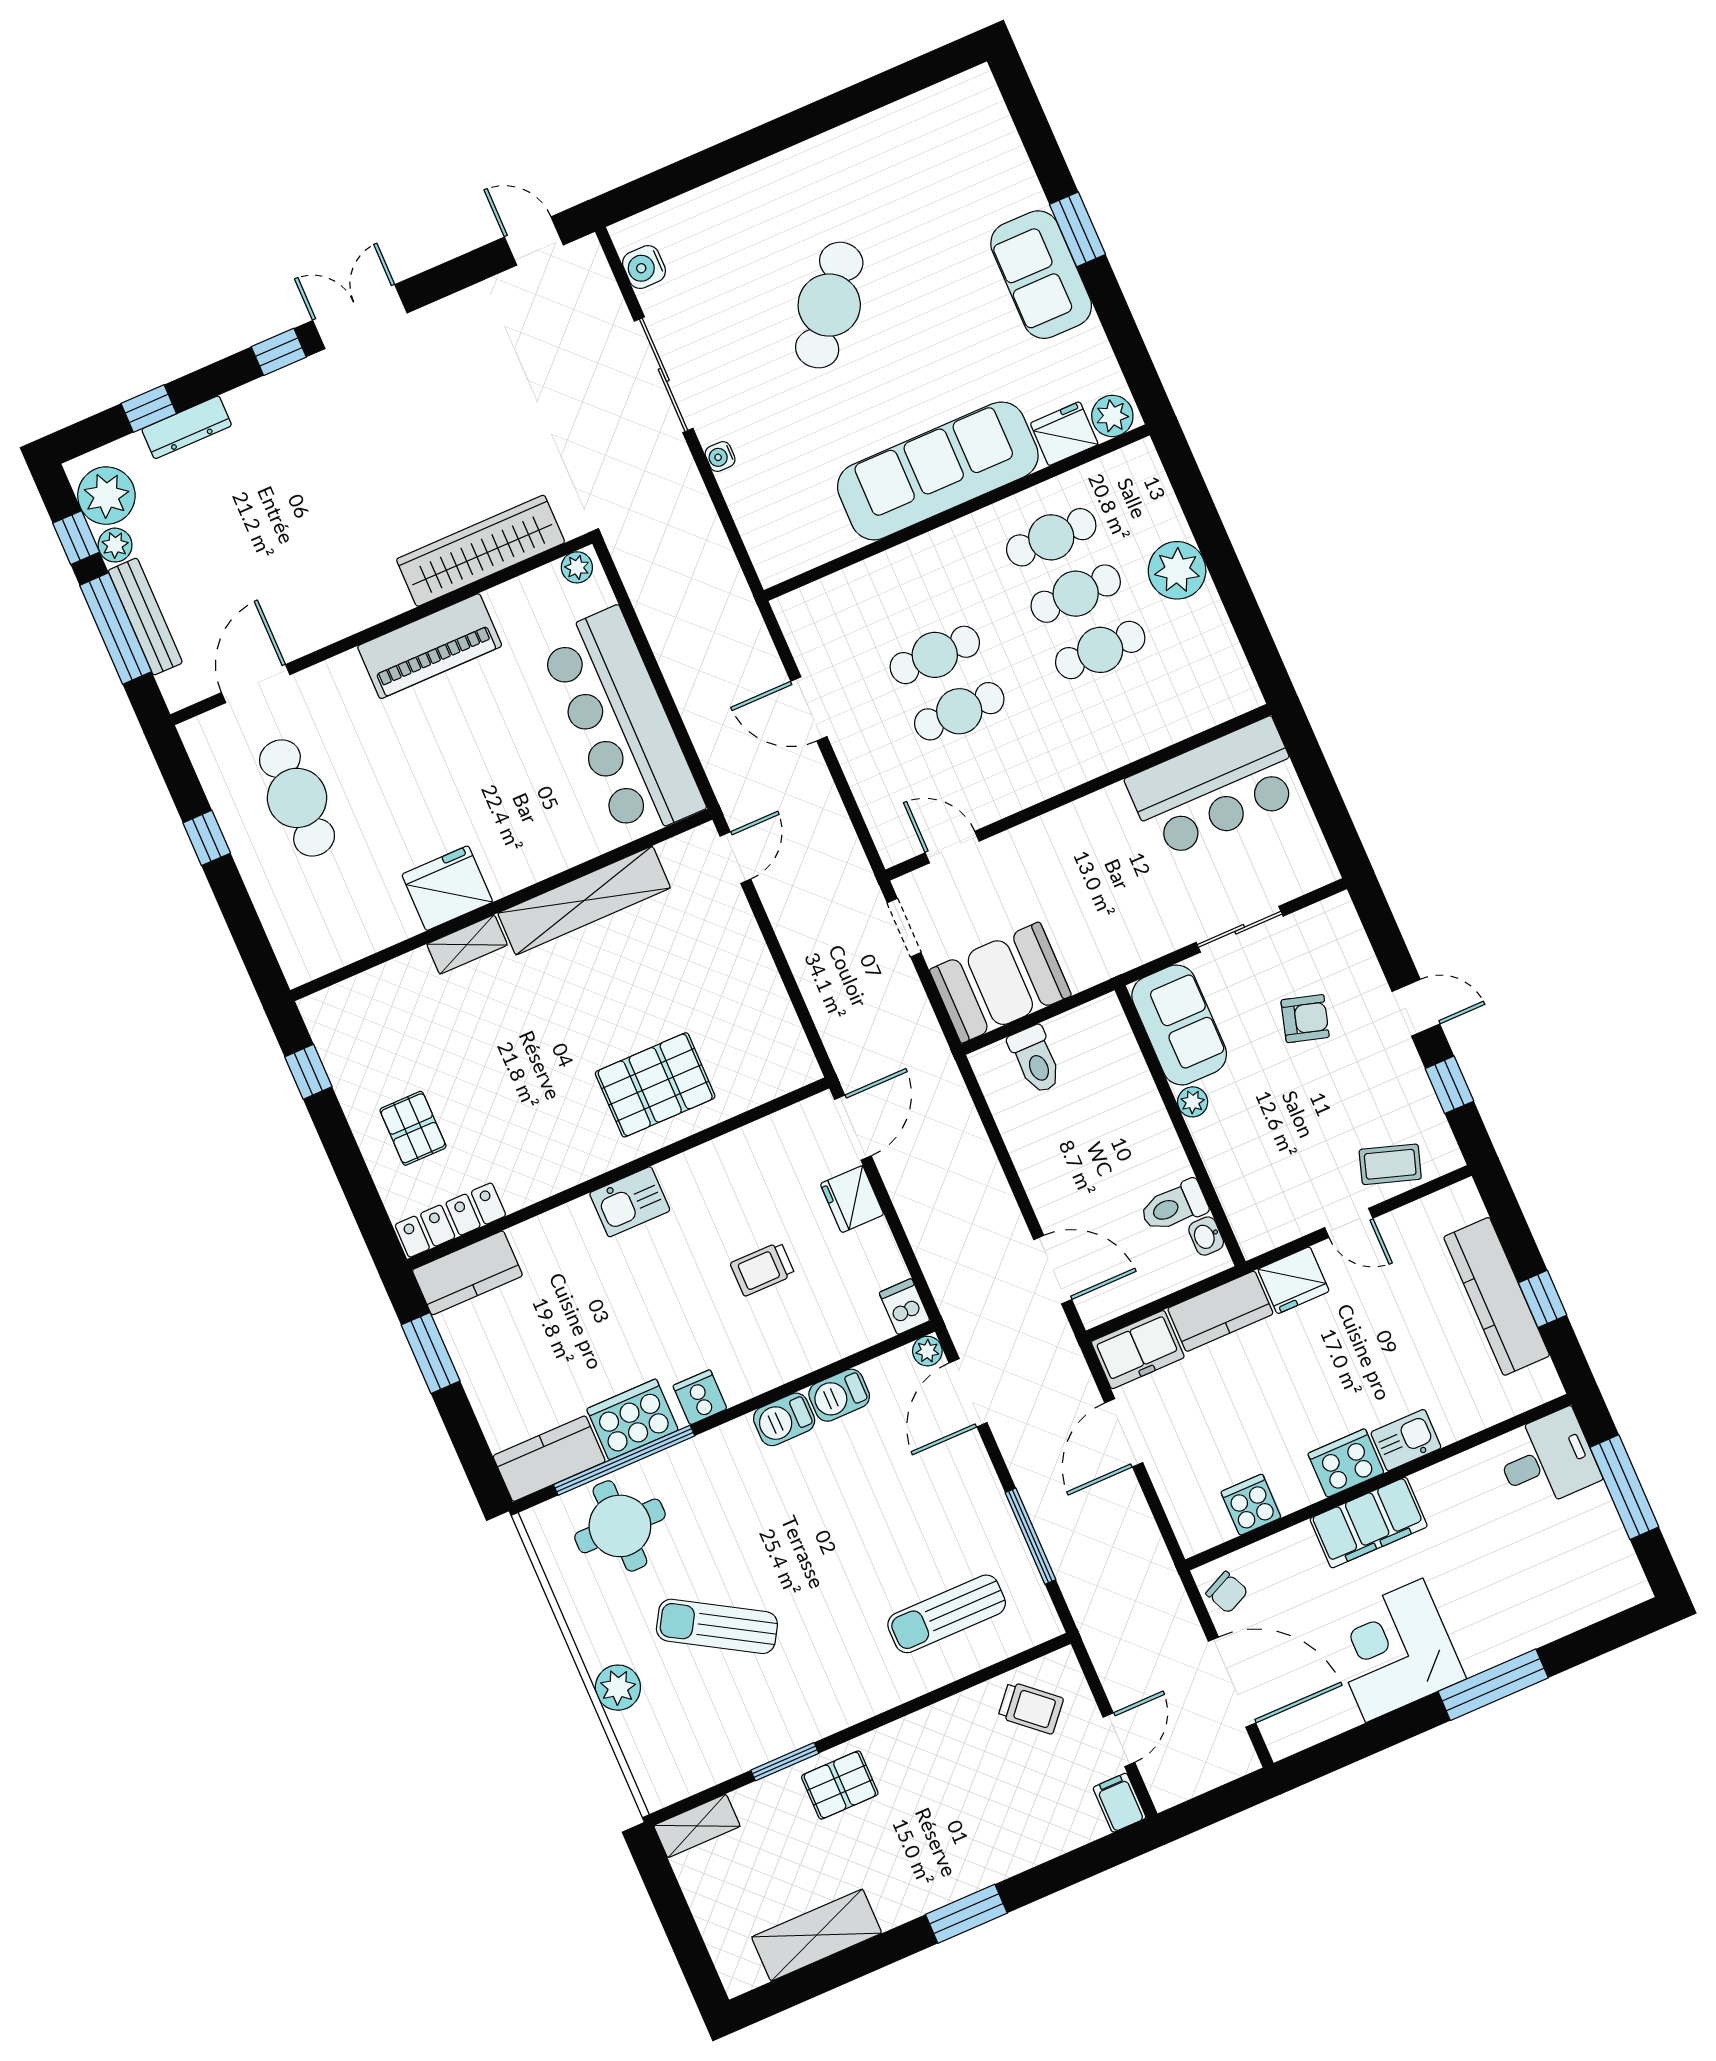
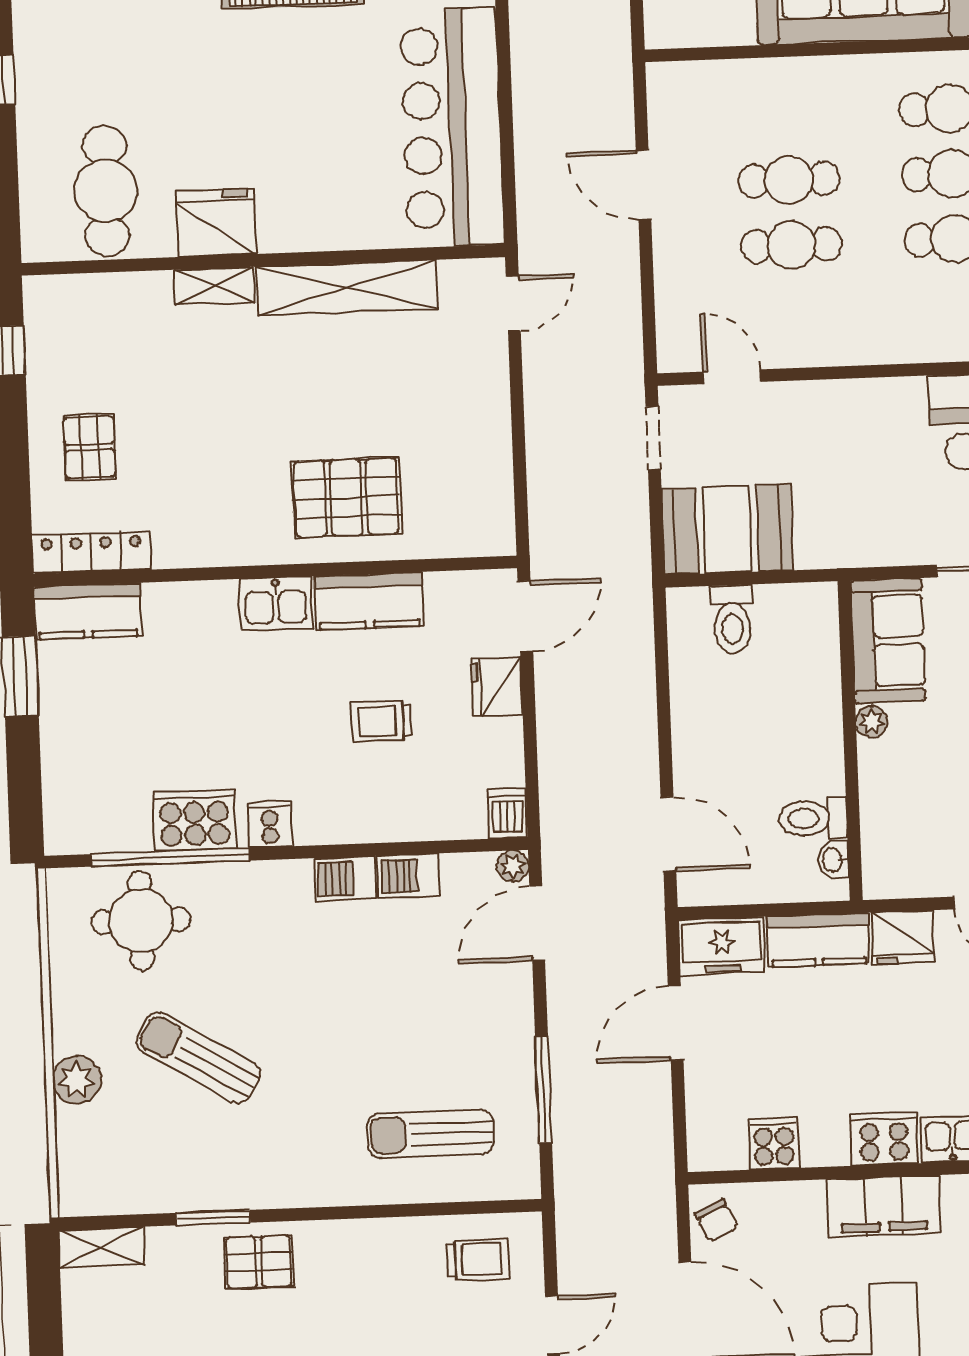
cafe table: (297, 798) -> (106, 191), moved
kitchen counter: (549, 1459) -> (369, 601), moved, turned 180
trolley: (1031, 1708) -> (478, 1259), turned -41

